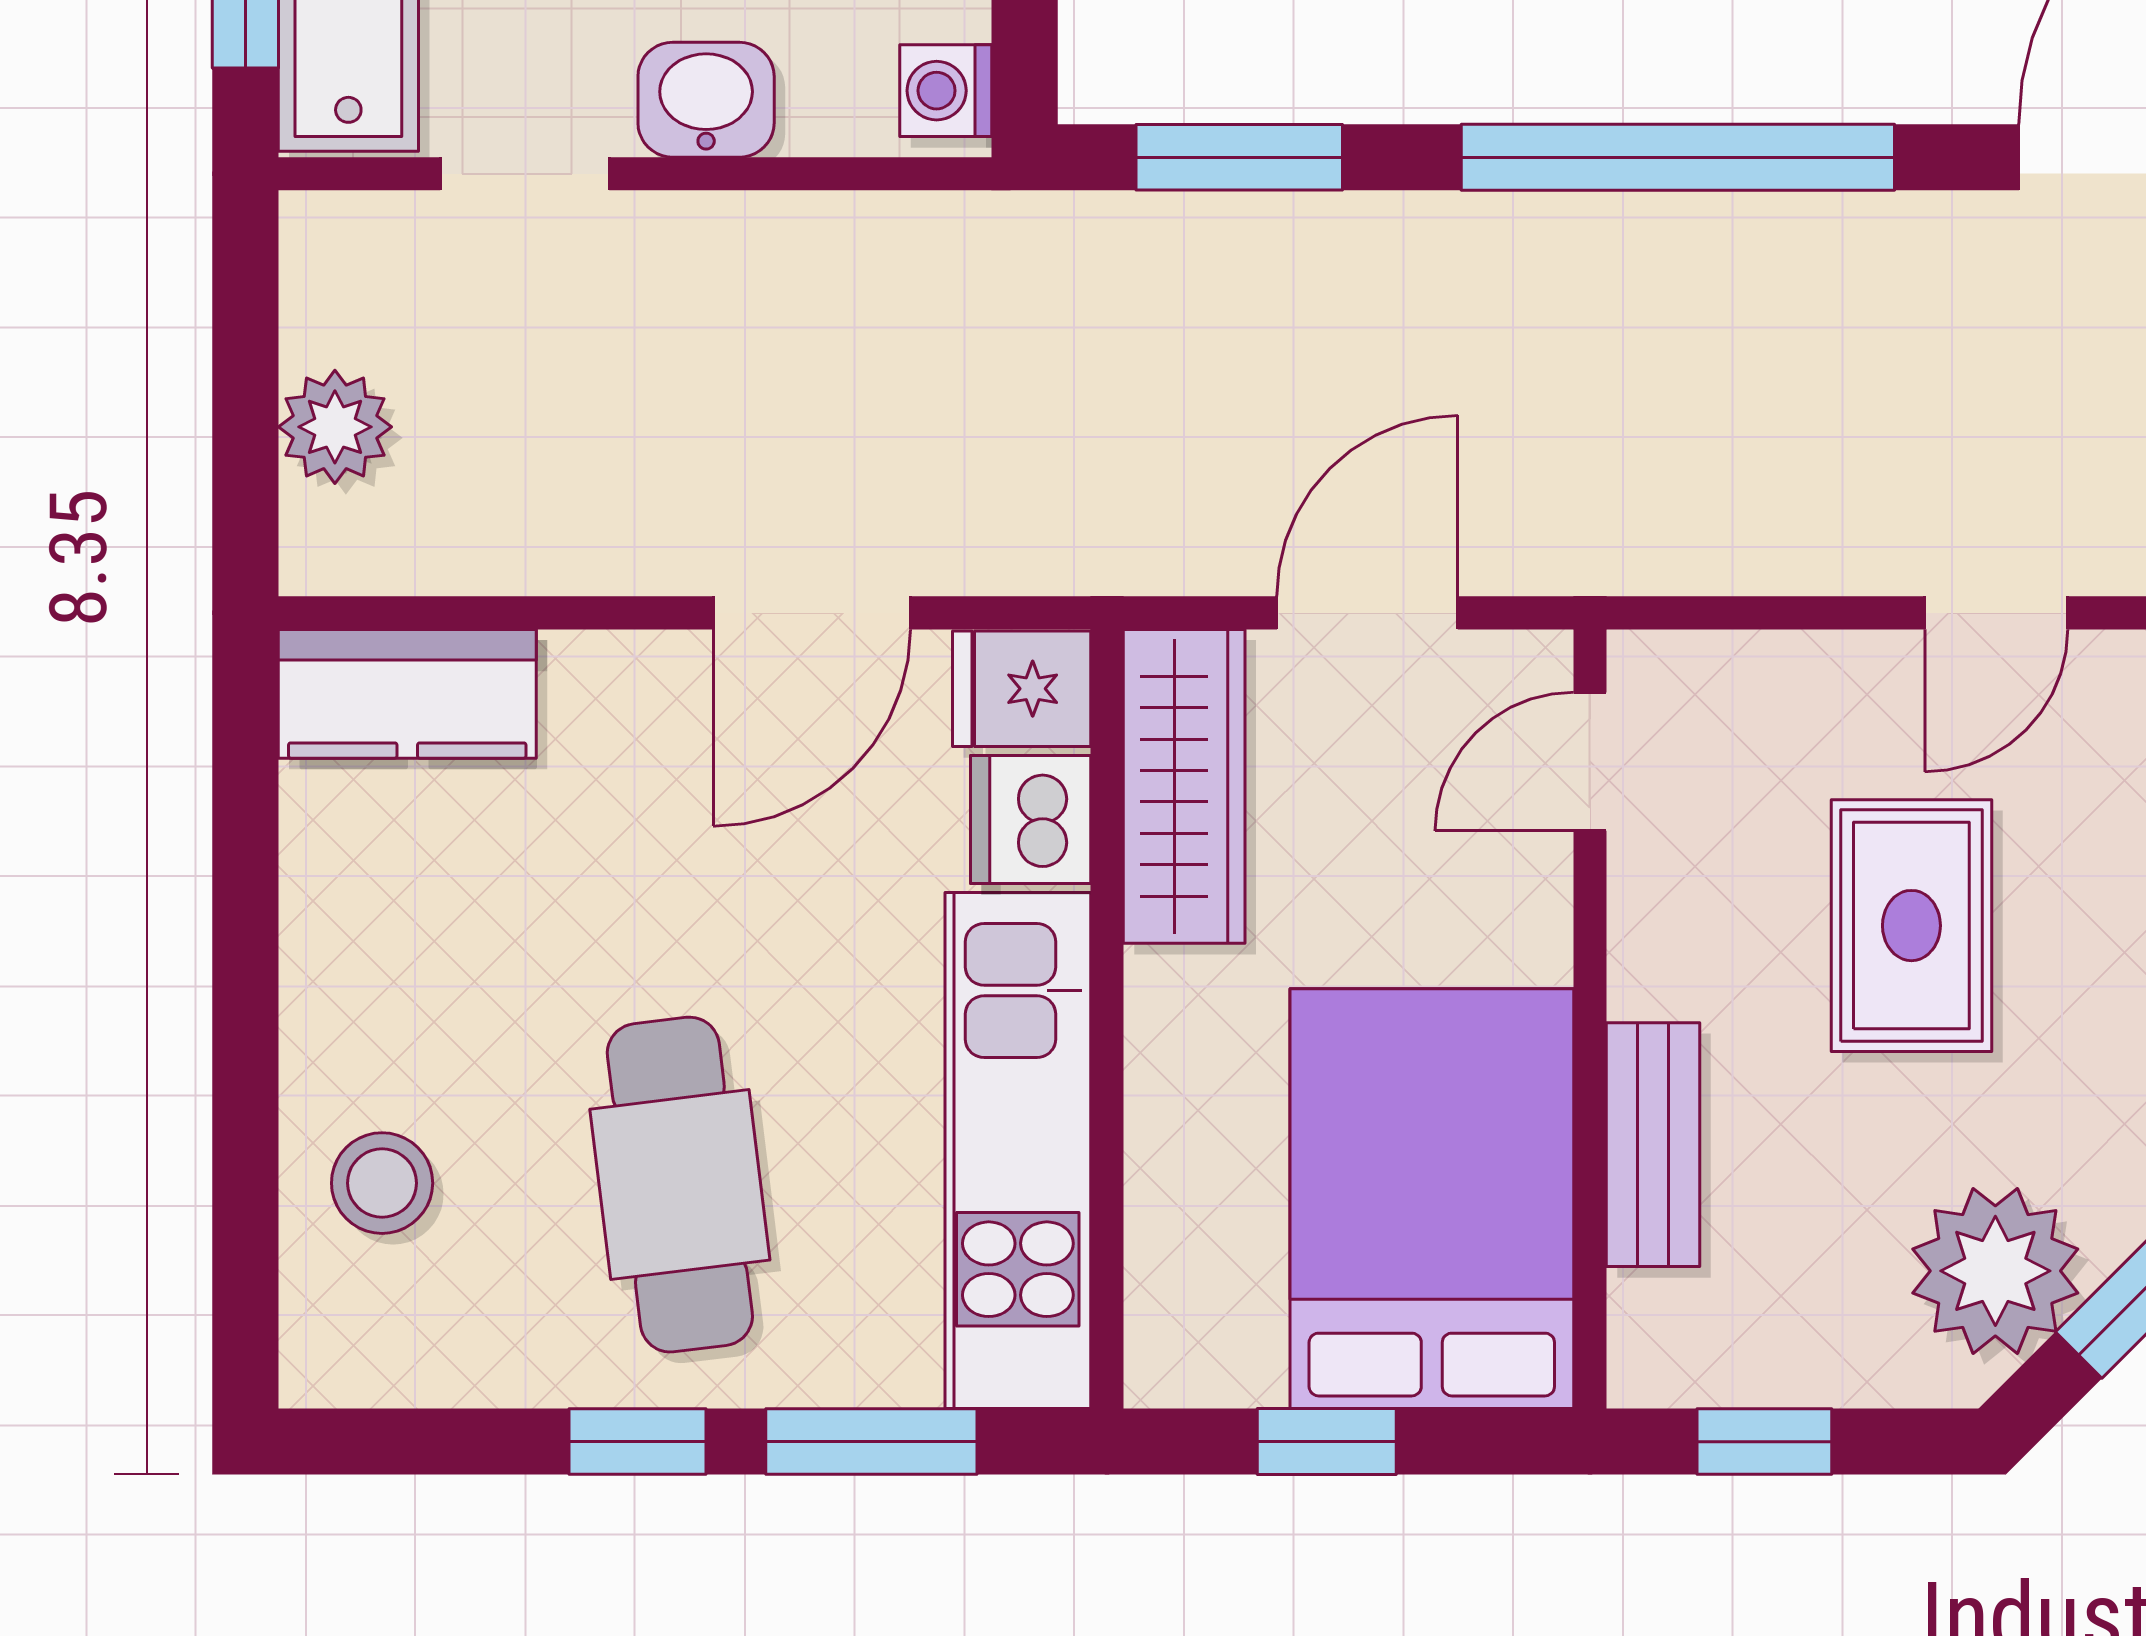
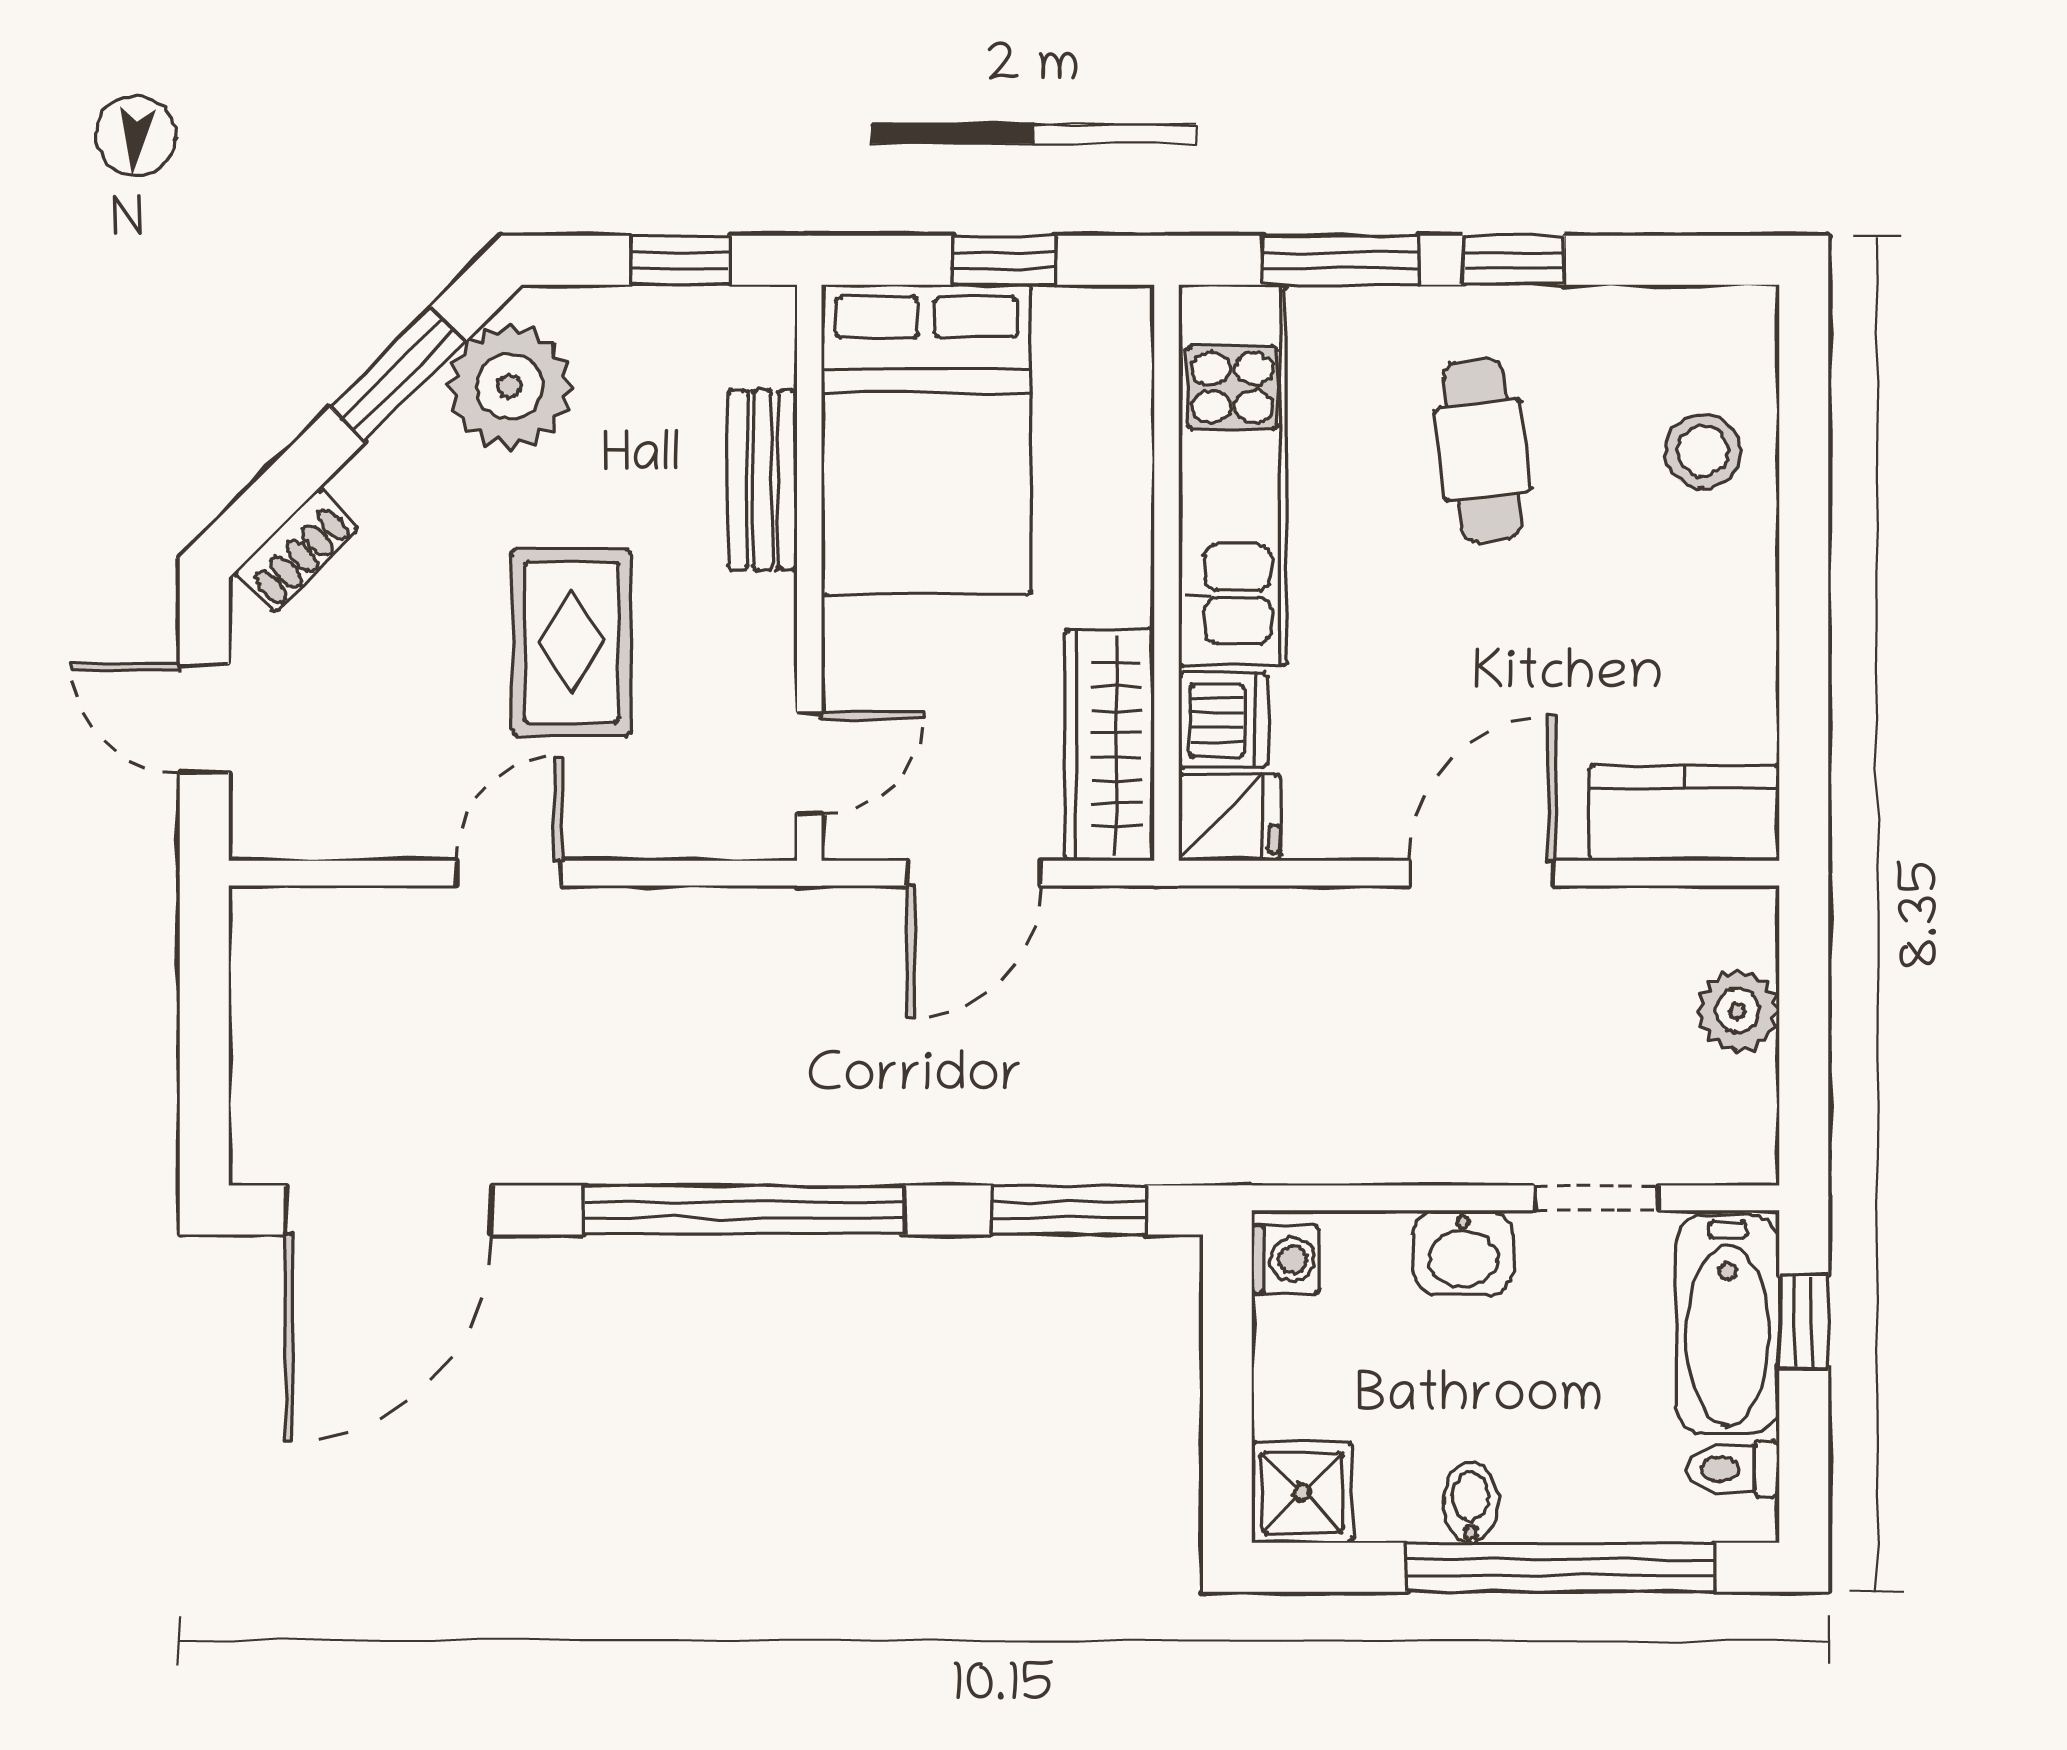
door: (812, 613) -> (1482, 873), moved
cafe table: (680, 1185) -> (1482, 450), width x0.73, depth x0.74

